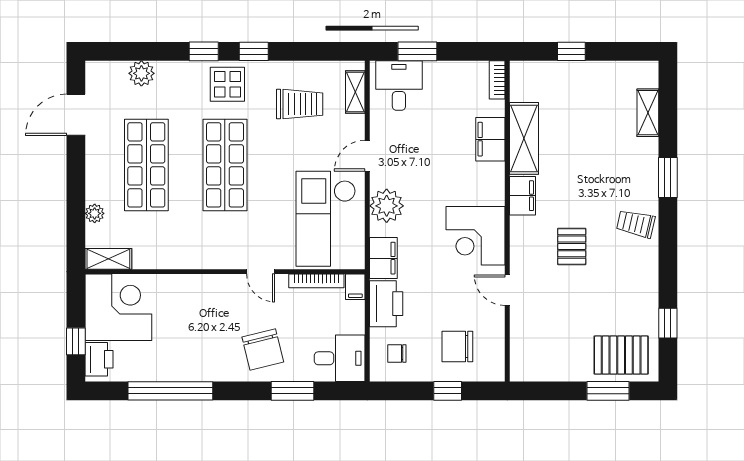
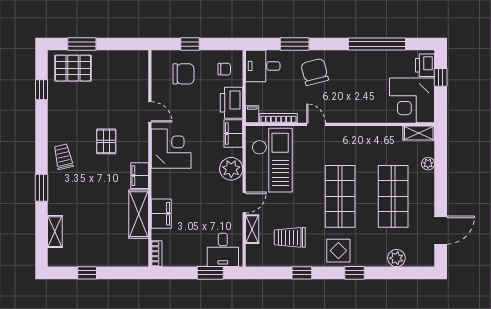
window: (254, 51) -> (302, 273), moved
window: (571, 51) -> (87, 273), moved
shelving: (355, 92) -> (252, 229), moved
trolley: (636, 224) -> (63, 157), turned -116

